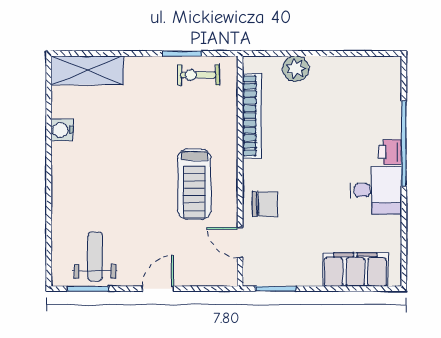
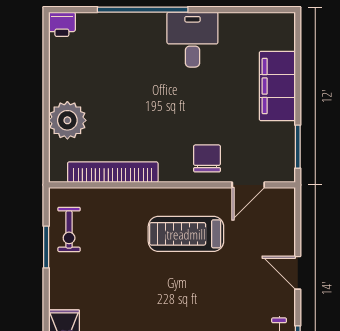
plant: (296, 69) -> (67, 120), width x1.36, depth x1.36
printer: (390, 152) -> (62, 24), moved
treadmill: (194, 184) -> (186, 234), turned 180
filing cabinet: (355, 270) -> (277, 86), moved

